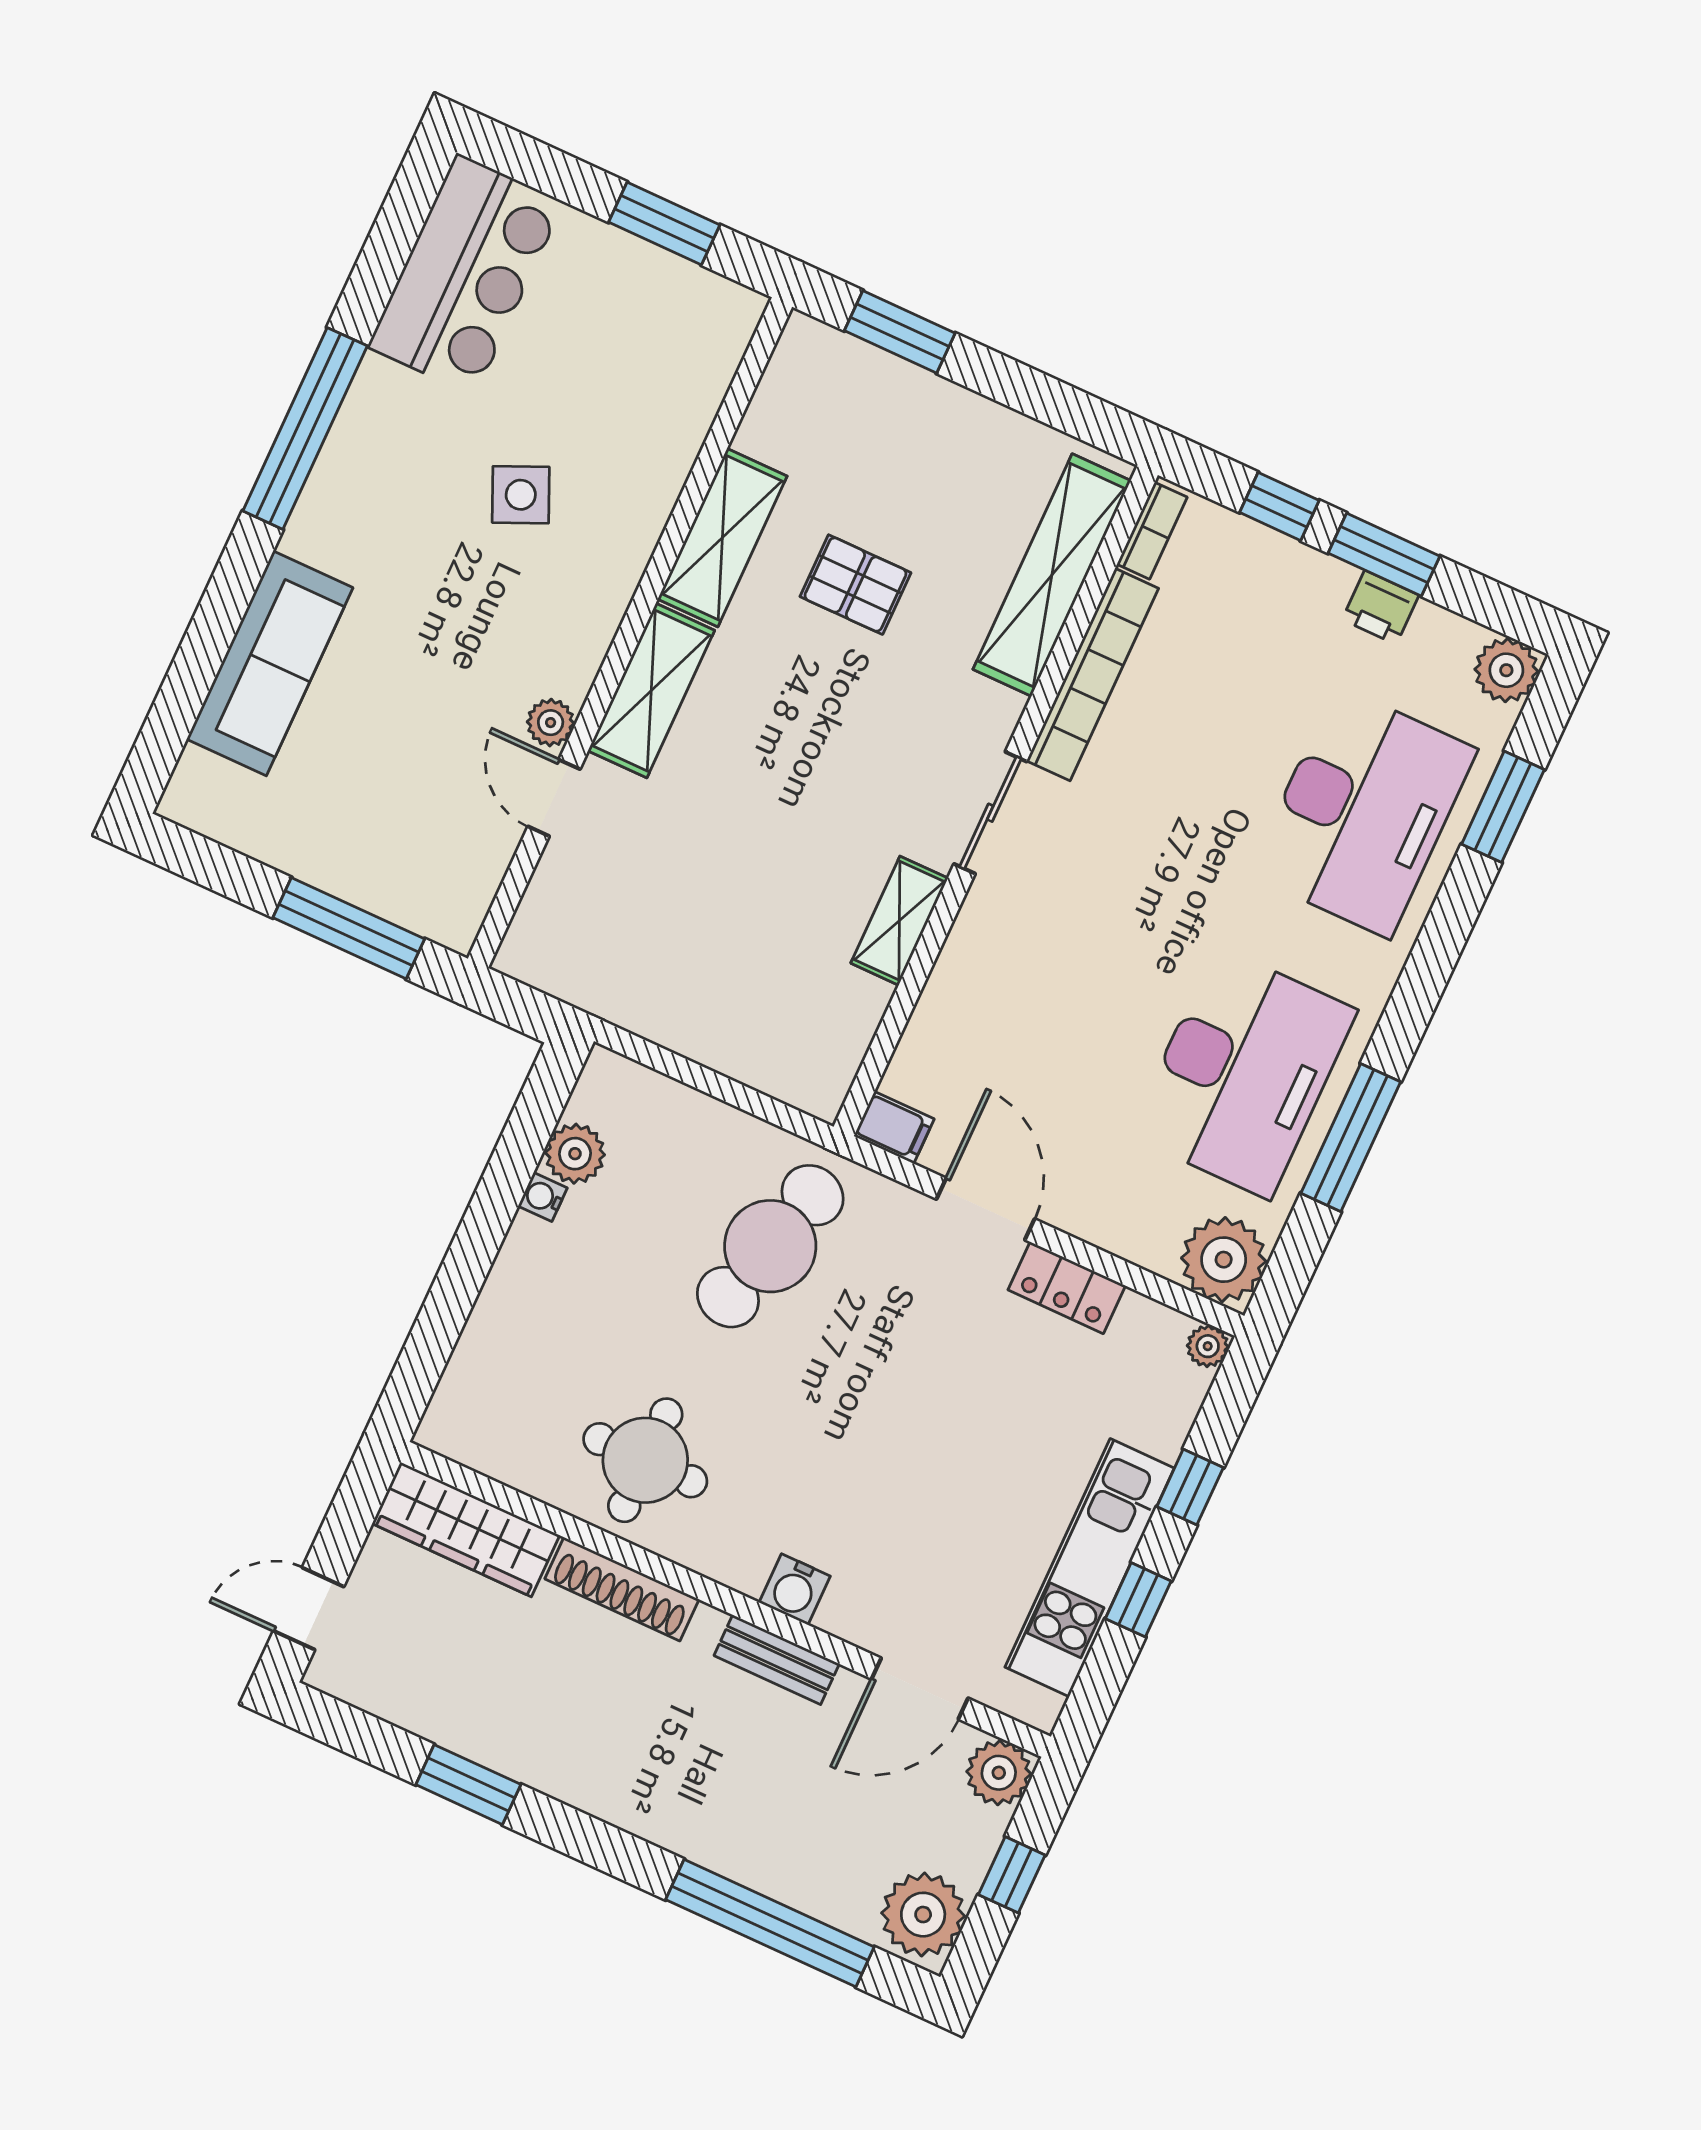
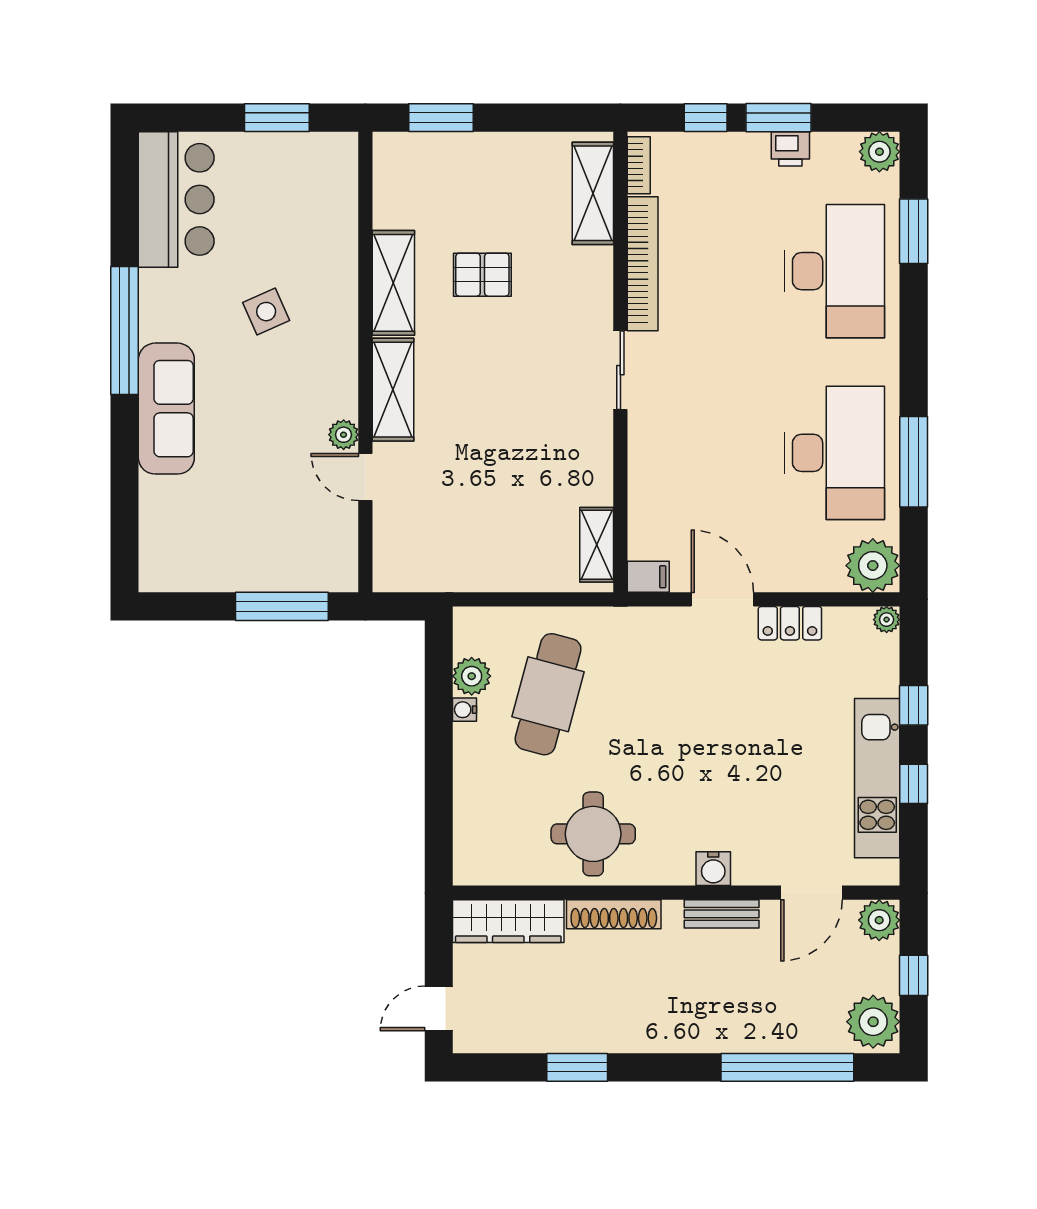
shelving: (1052, 575) -> (593, 193), width x0.68
sofa: (270, 663) -> (166, 409), moved
shelving: (899, 921) -> (597, 545), moved
cafe table: (770, 1246) -> (548, 694), moved

